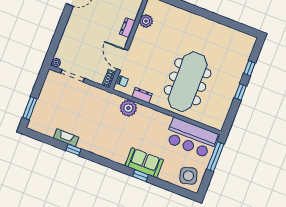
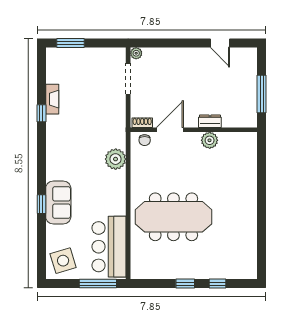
plant: (146, 21) -> (210, 140), moved
dresser: (142, 95) -> (137, 169), removed

